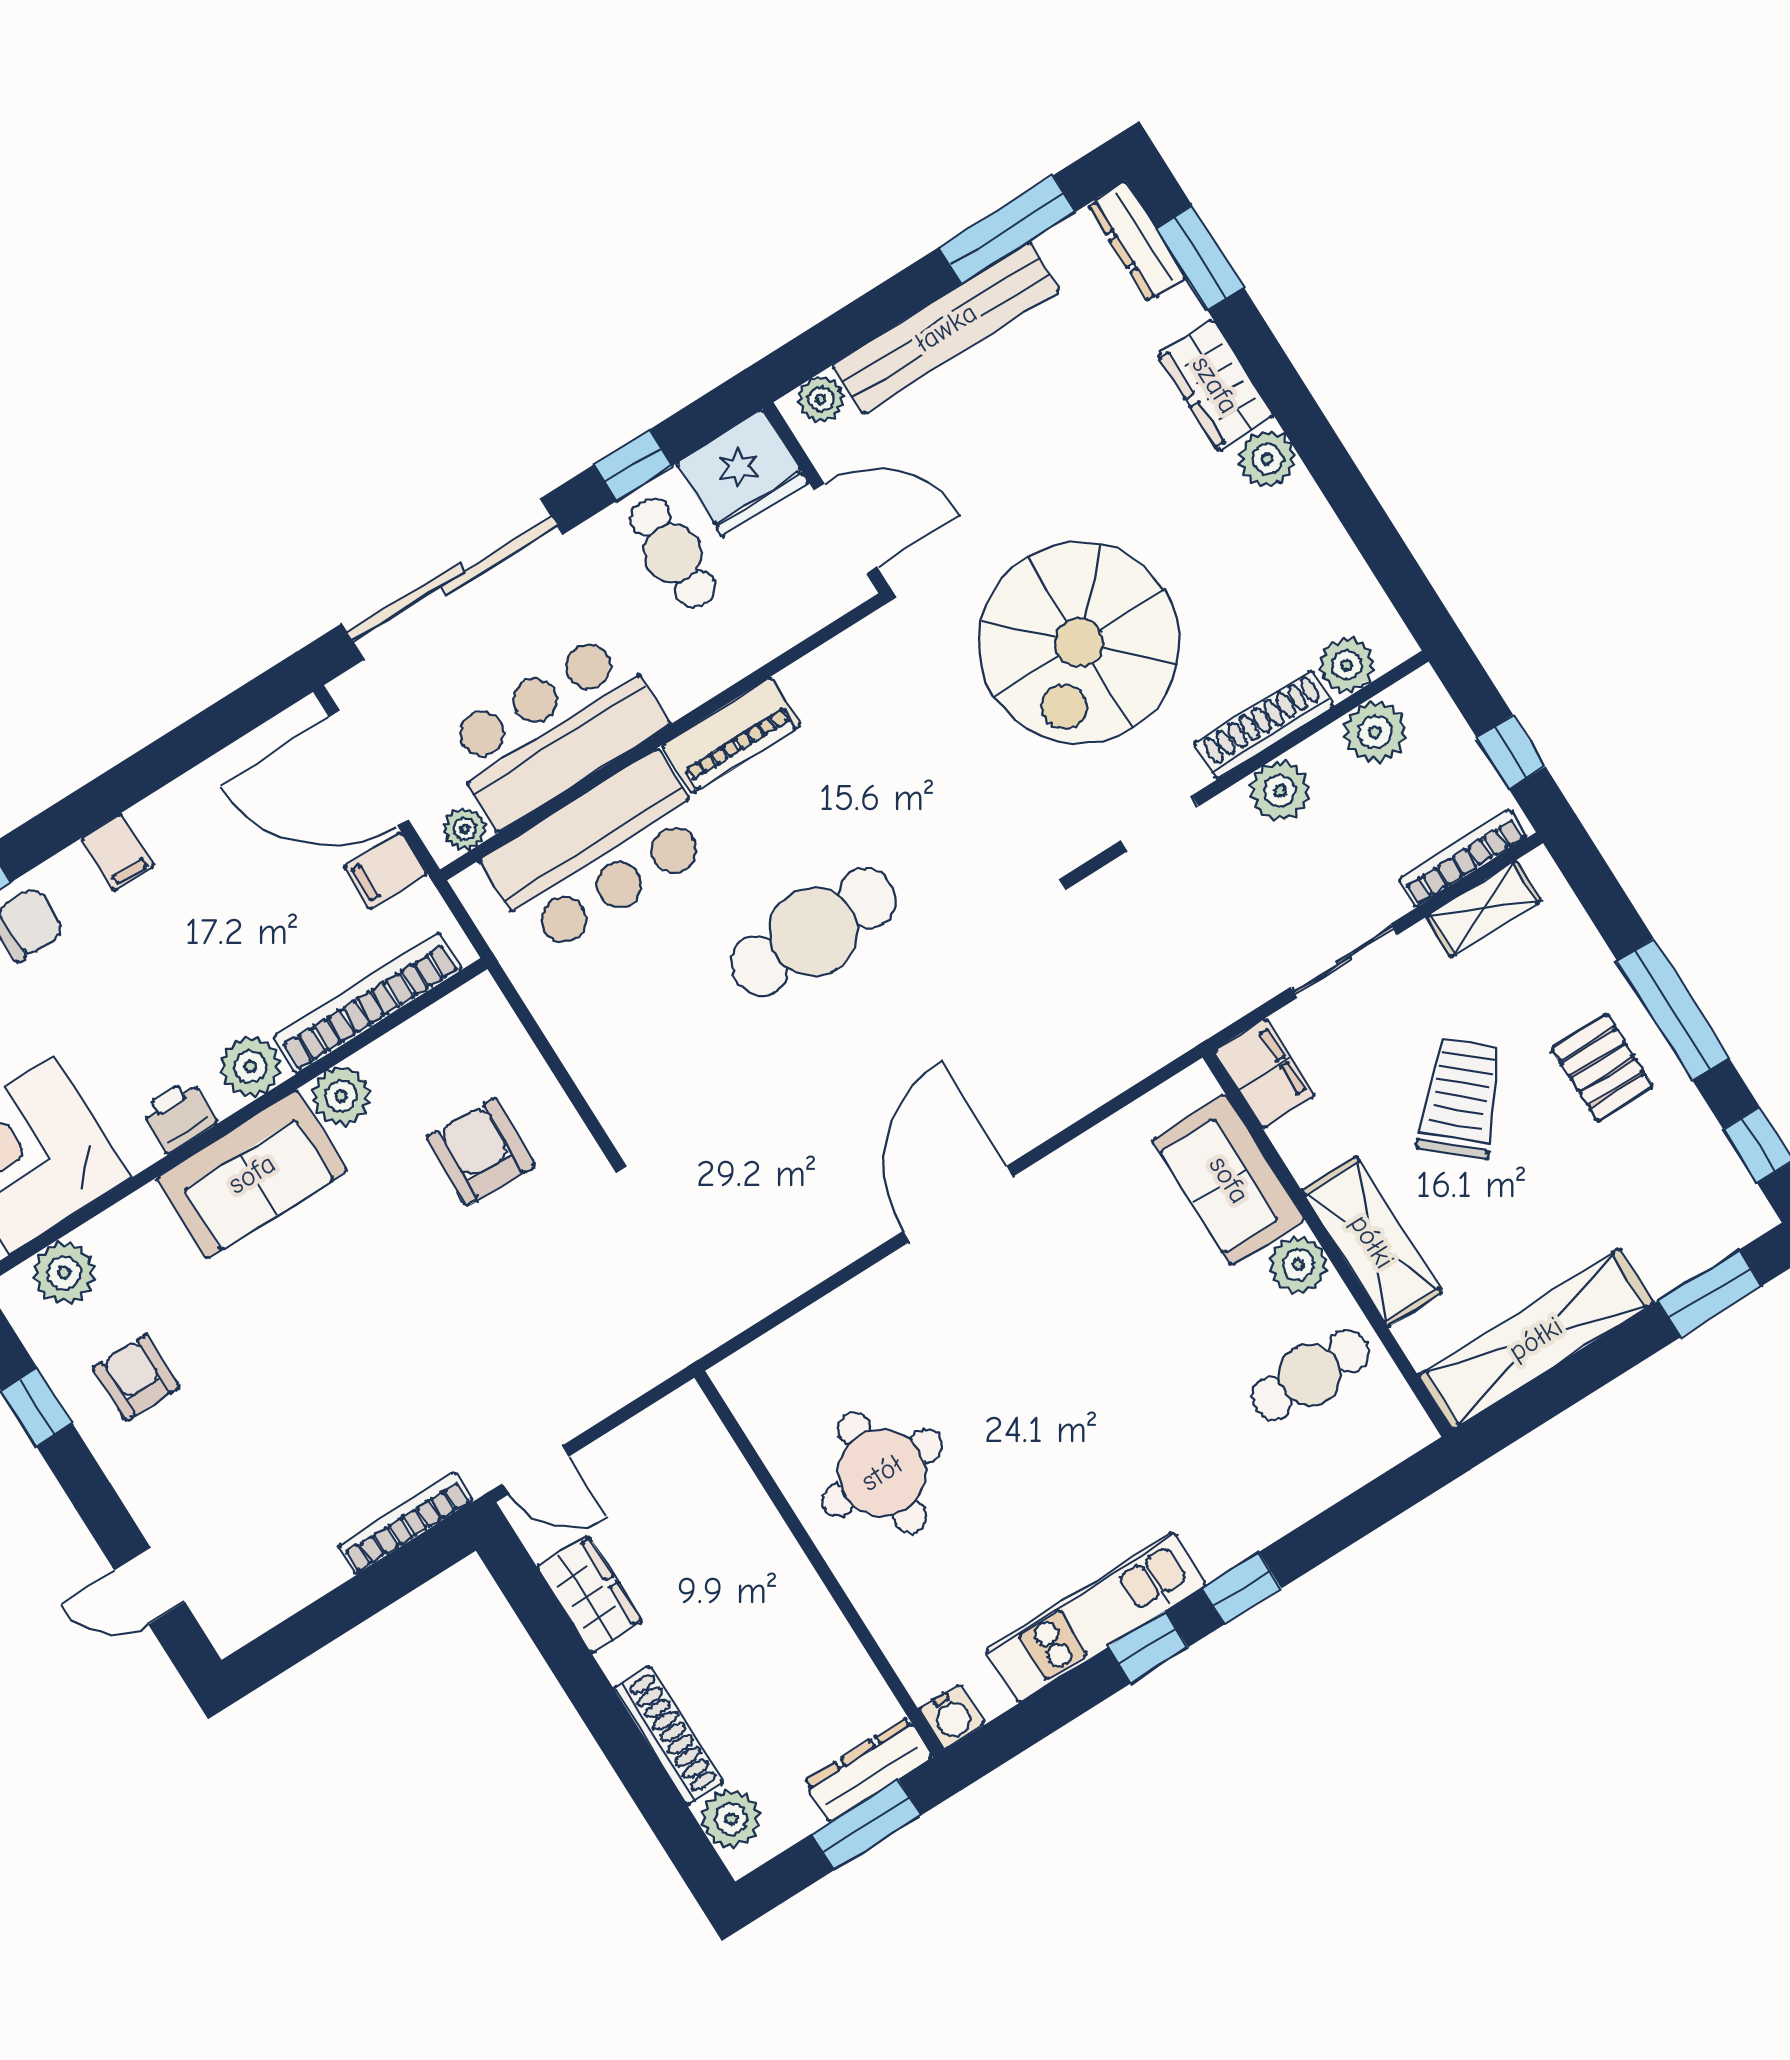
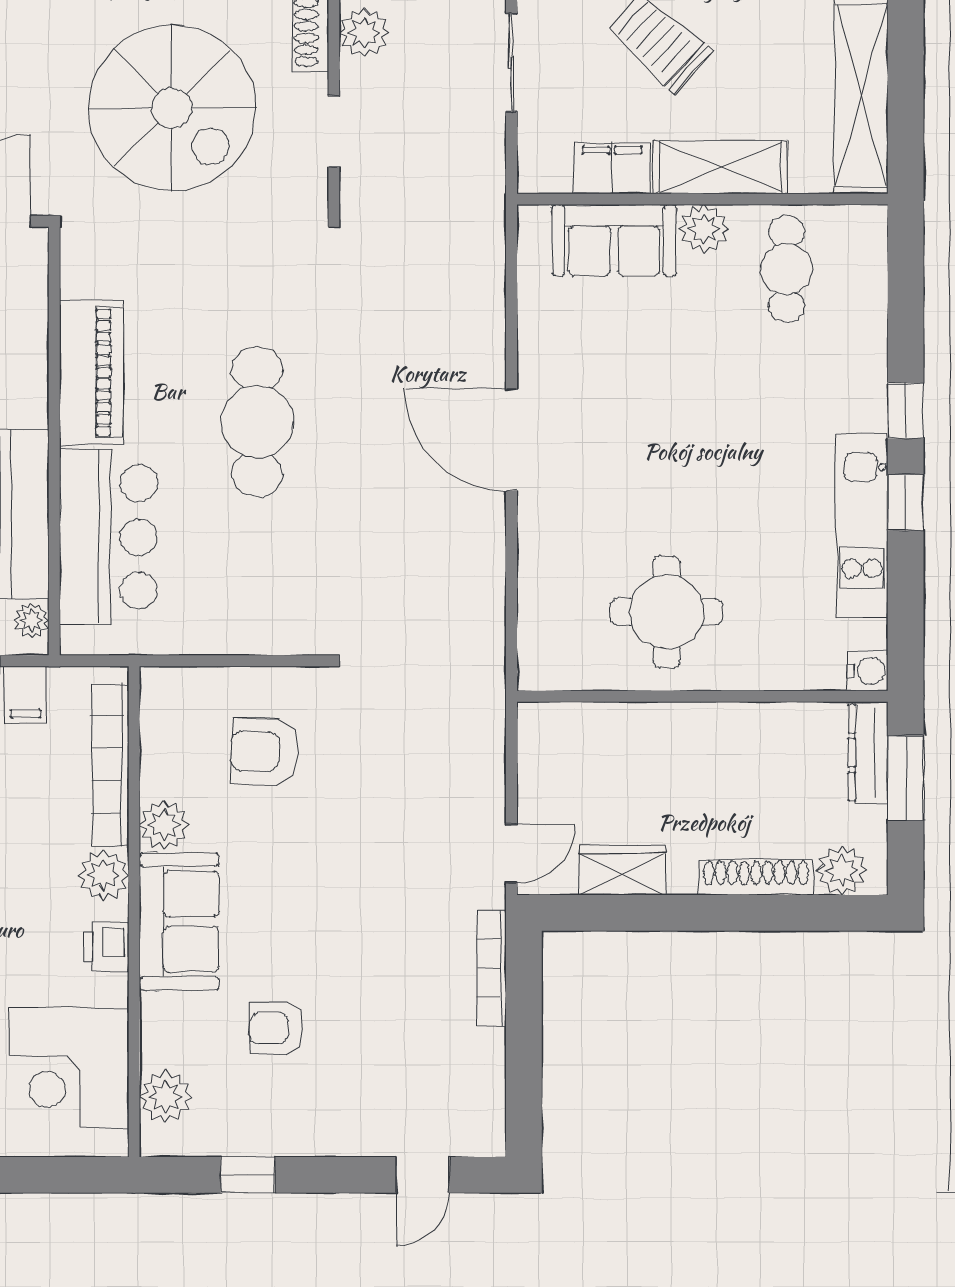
piano: (732, 735) -> (91, 373), width x1.37, depth x1.33
filing cabinet: (1264, 1073) -> (612, 168), moved
armchair: (136, 1377) -> (276, 1028), moved

